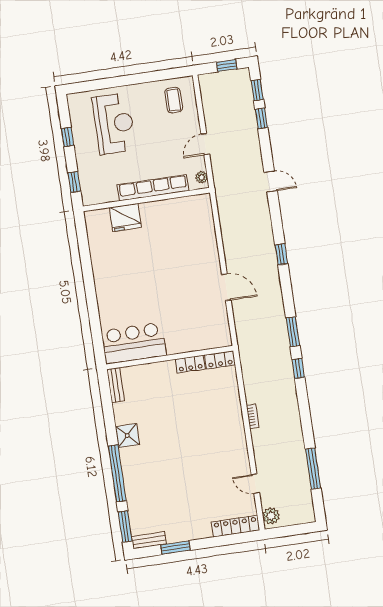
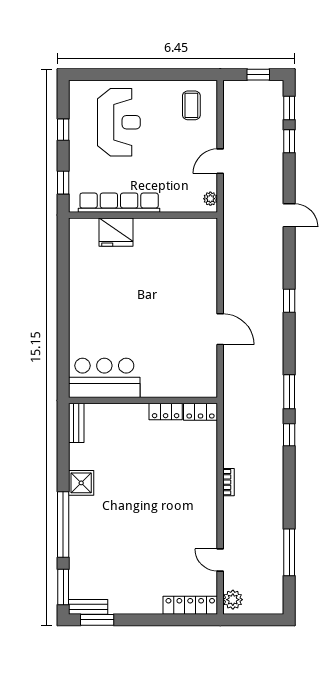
row of seats: (153, 188) -> (119, 203), moved
window: (175, 548) -> (97, 620), moved

